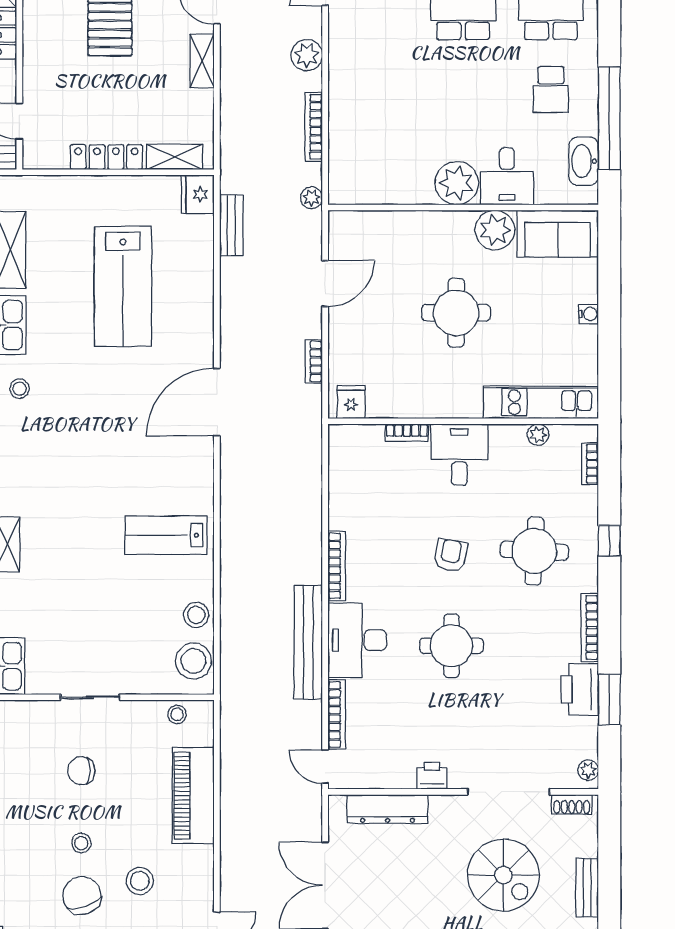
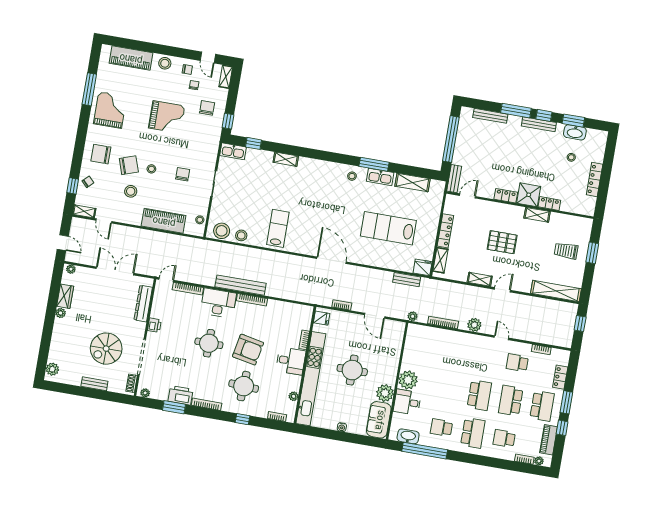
kitchen unit: (541, 402) -> (311, 379), width x1.86
armchair: (451, 555) -> (248, 350), width x1.88, depth x1.88
bench: (308, 642) -> (241, 285), moved

